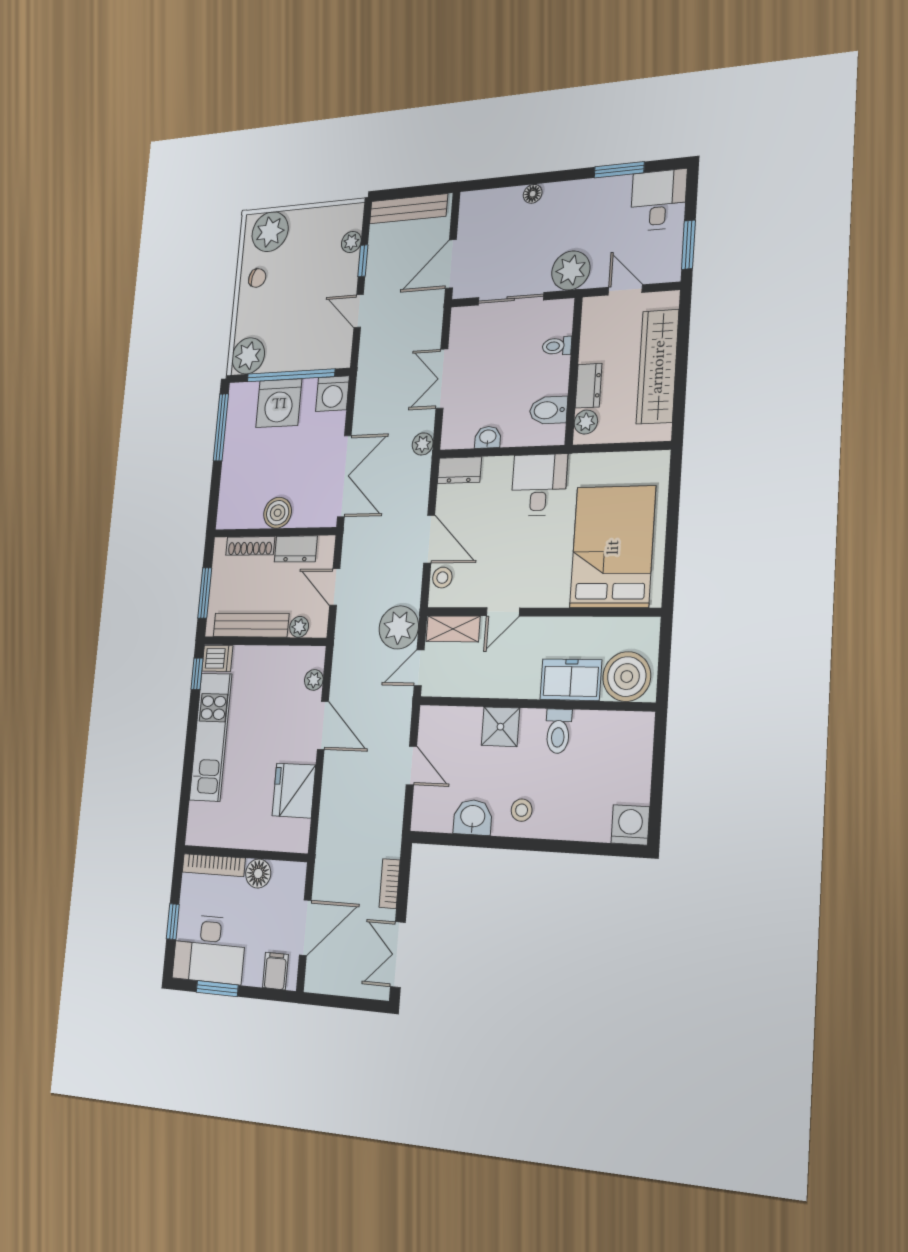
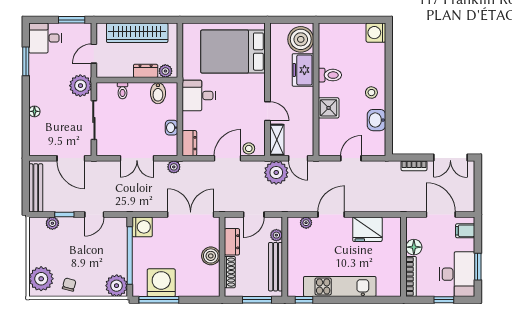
washing machine: (279, 403) -> (161, 283), moved, turned -90
dishwasher: (217, 658) -> (295, 287), removed

